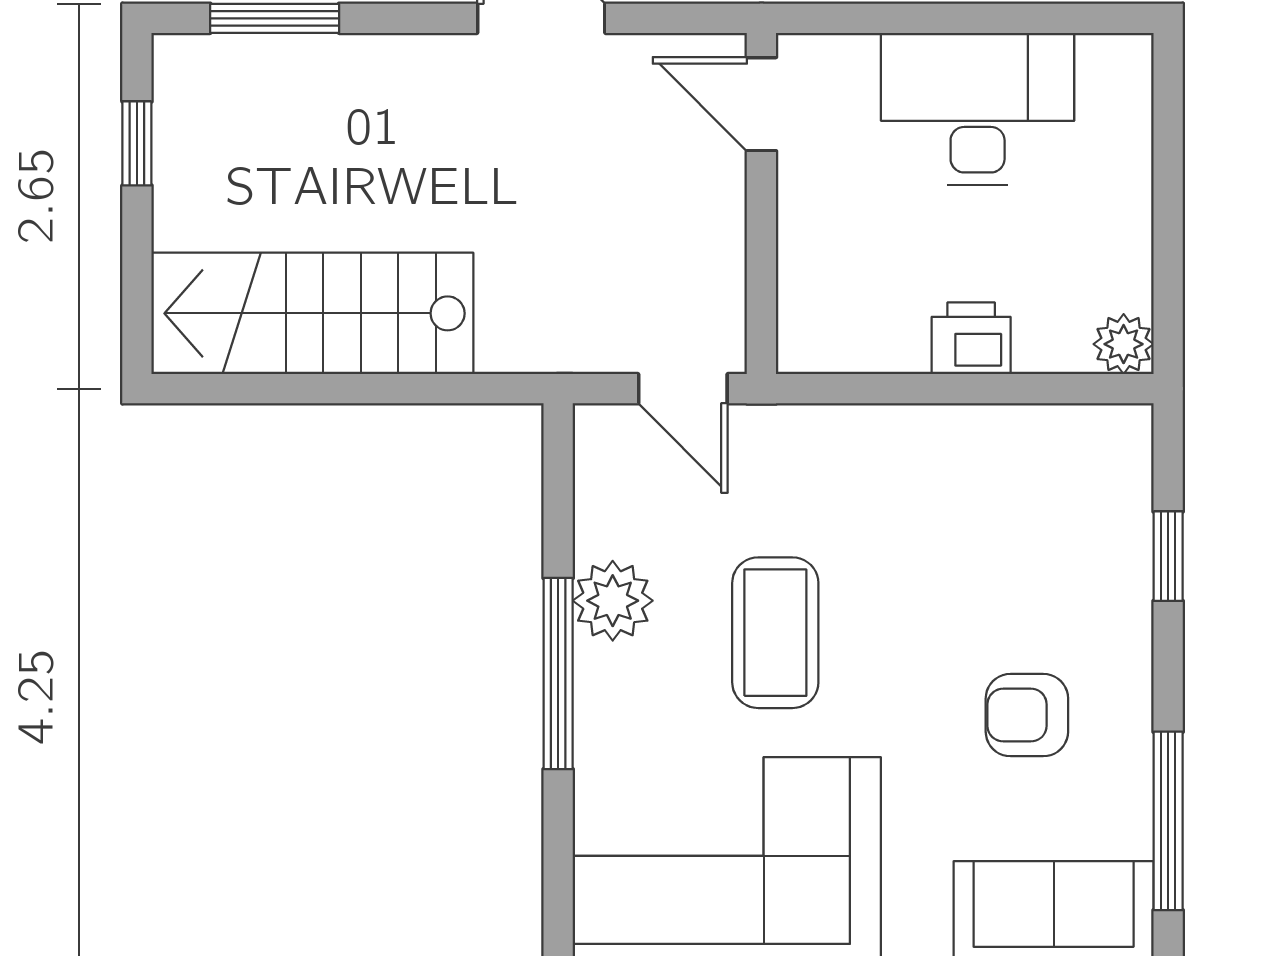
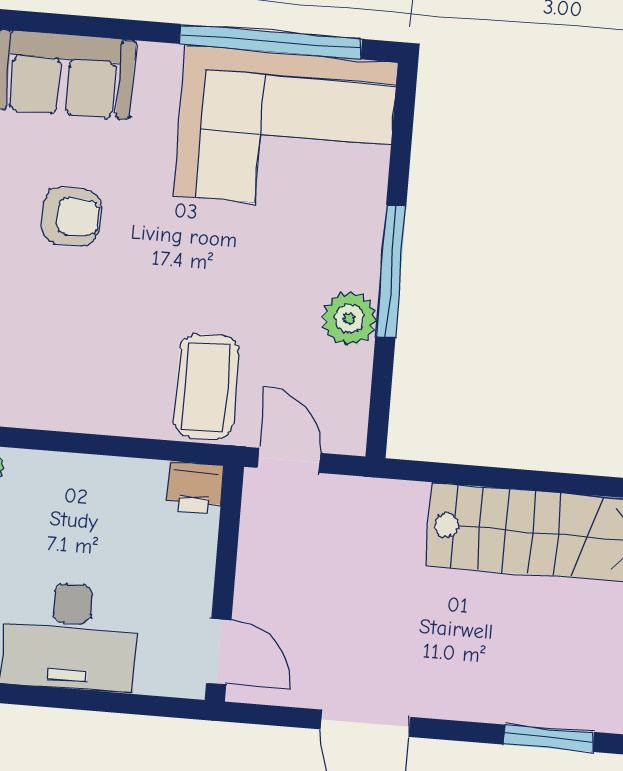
printer: (971, 338) -> (195, 488), moved
coffee table: (775, 633) -> (206, 386), moved

